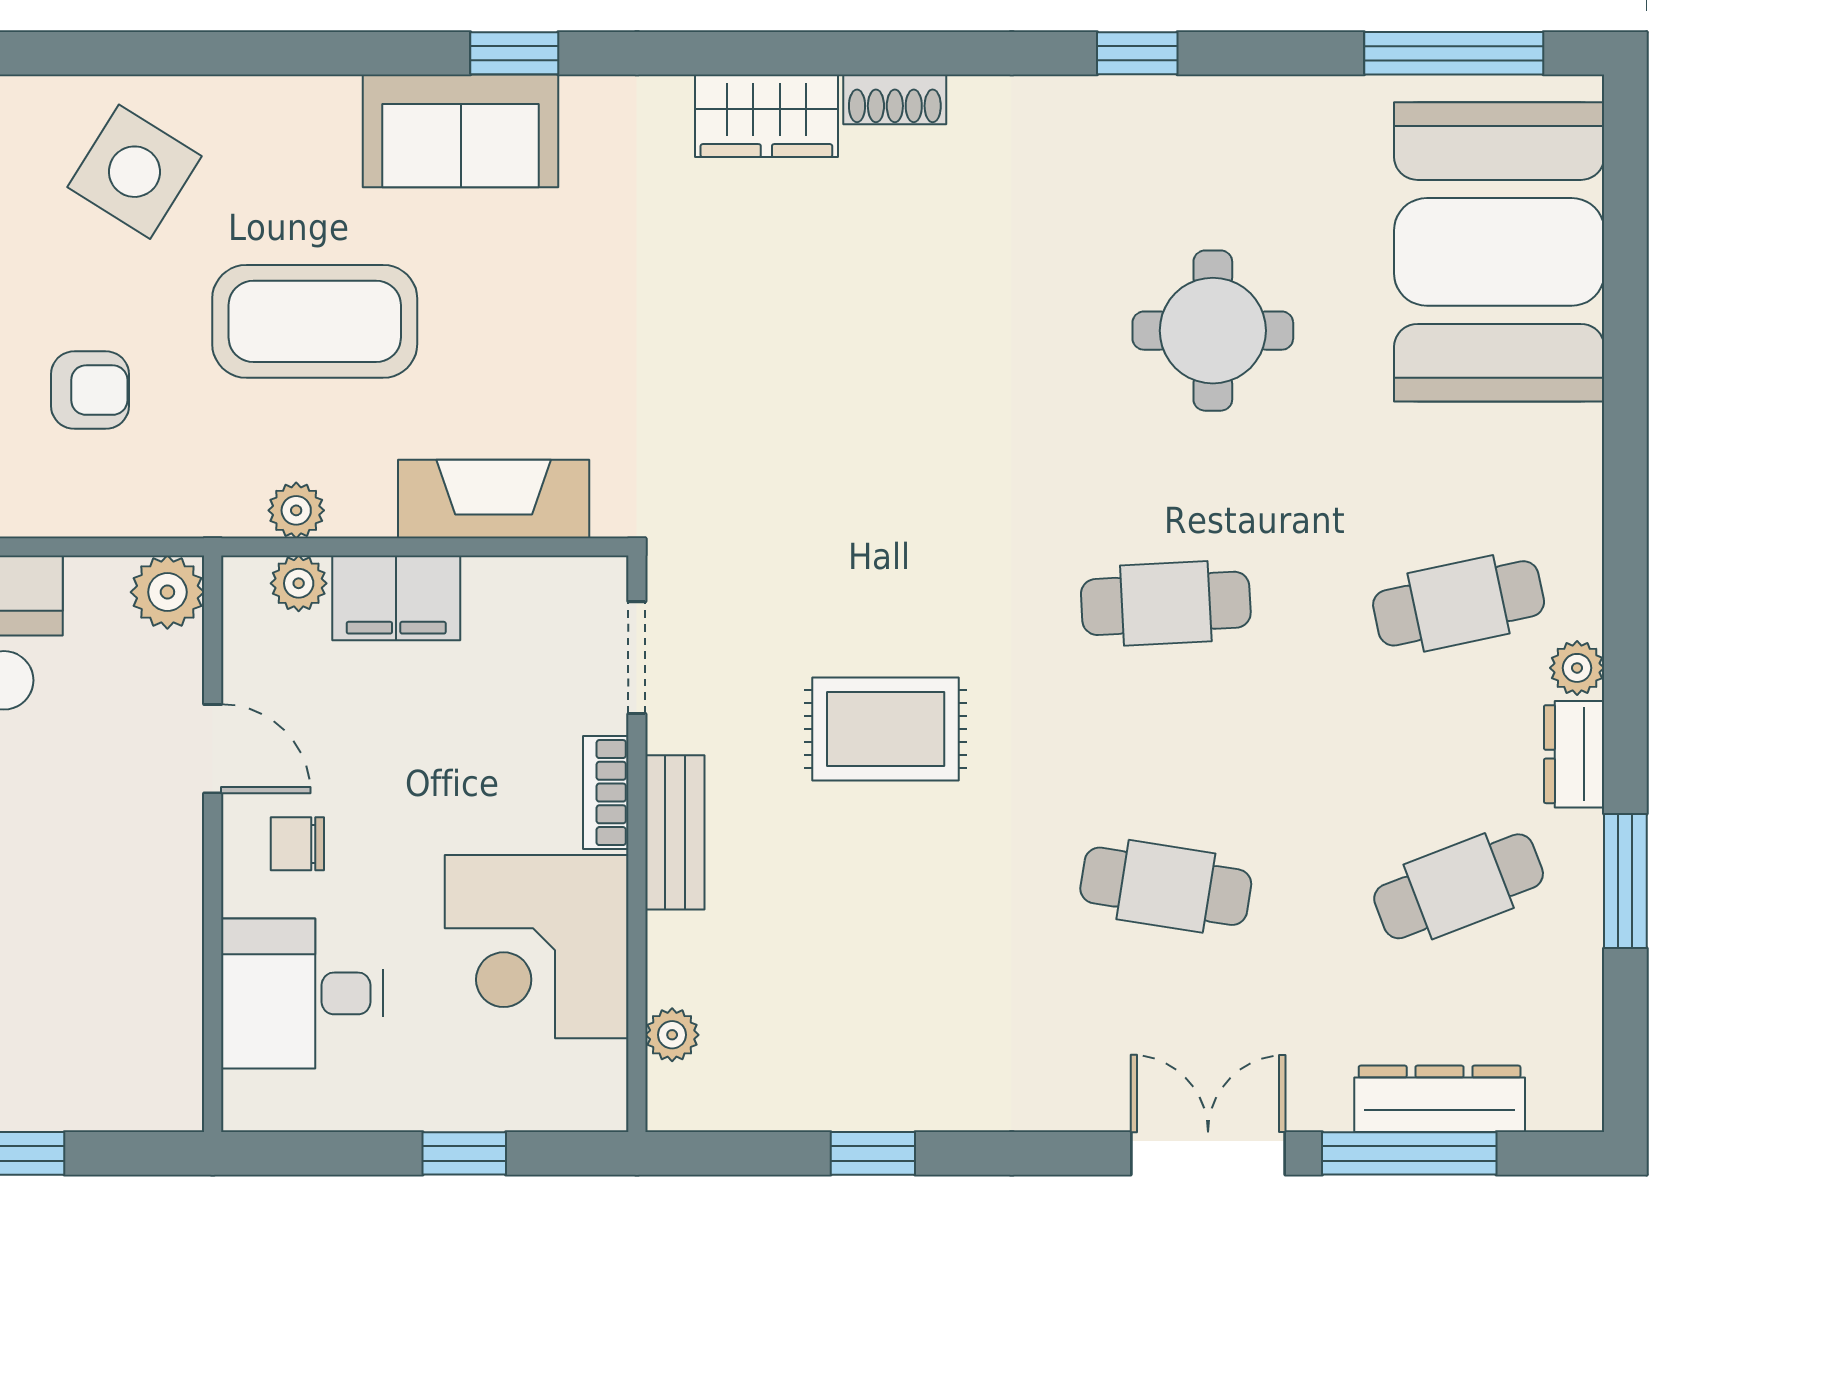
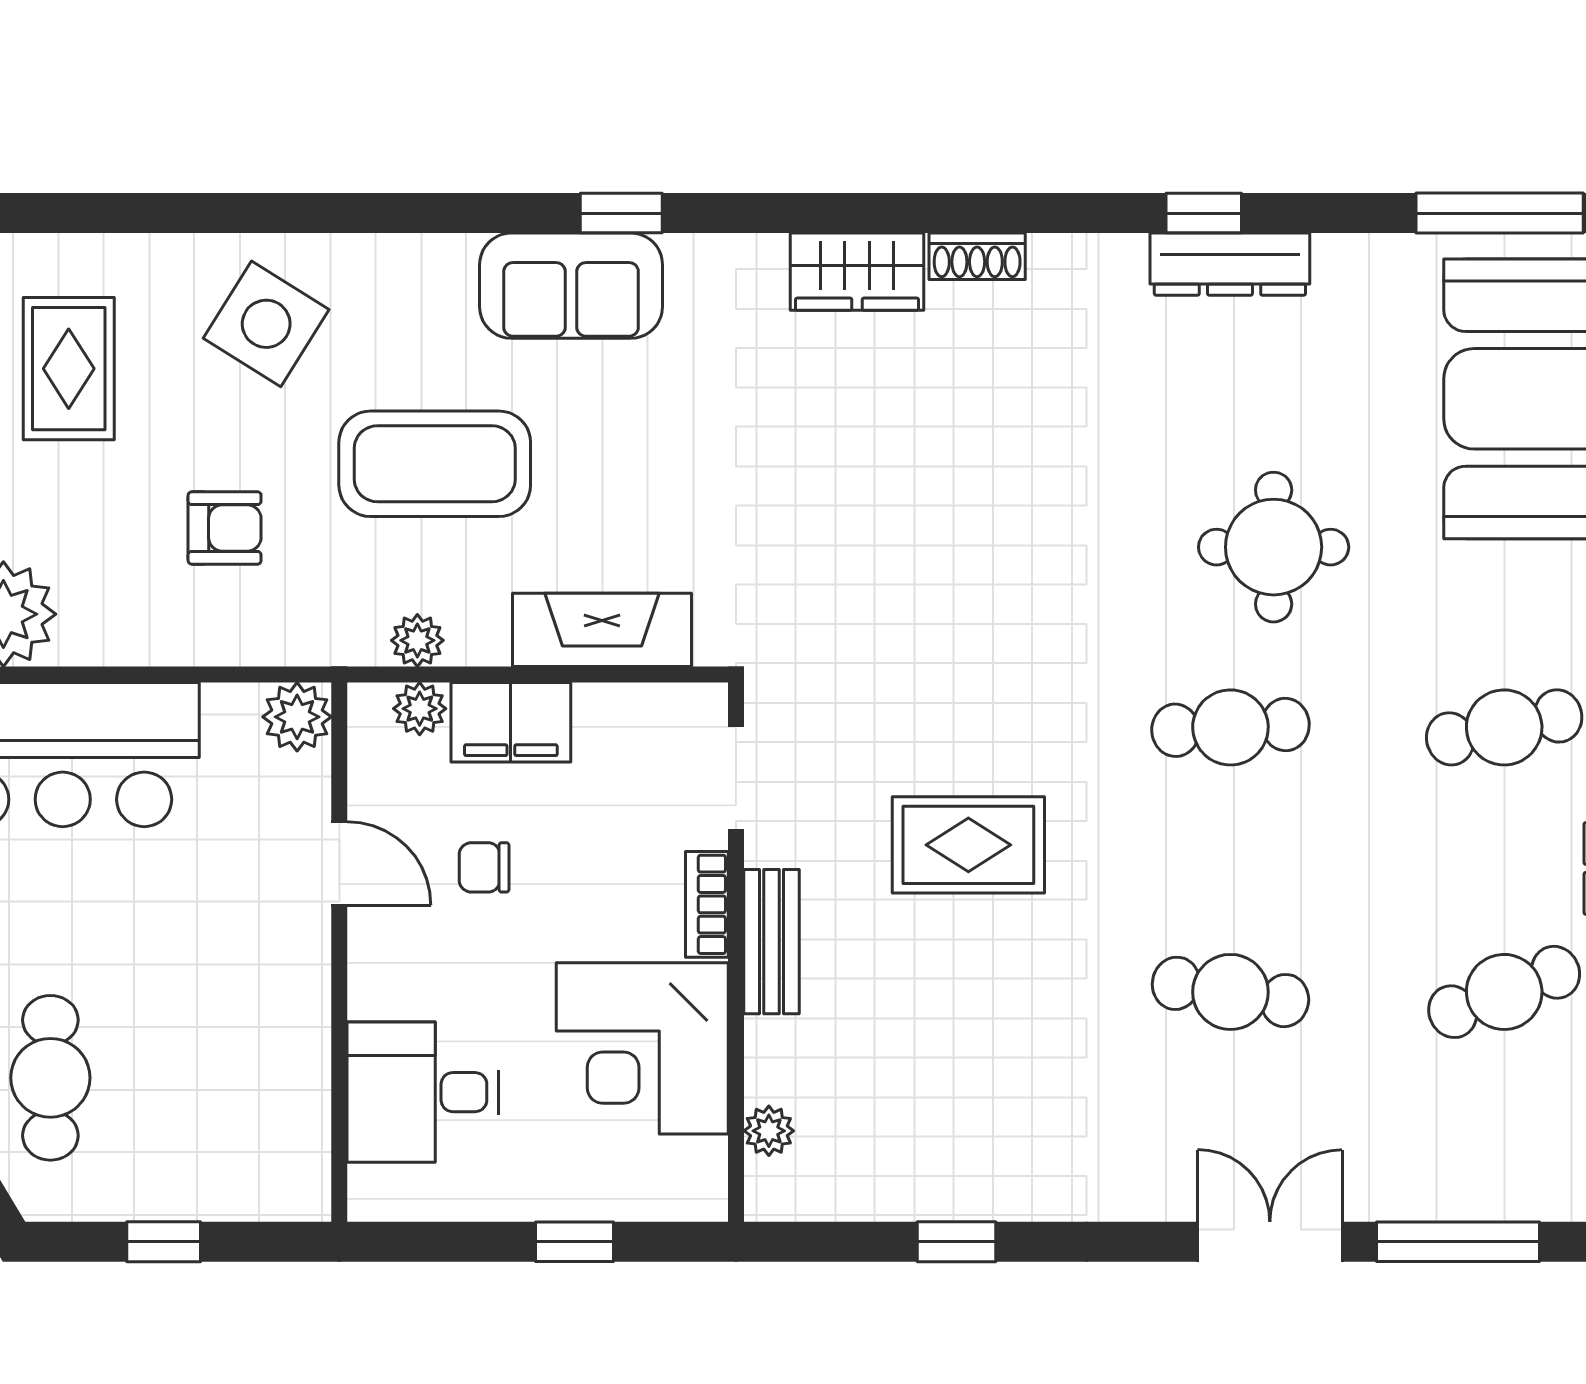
round table: (1213, 331) -> (1274, 547), moved
chair: (297, 844) -> (484, 867), moved
dresser: (1440, 1099) -> (1230, 264), moved, turned 180

